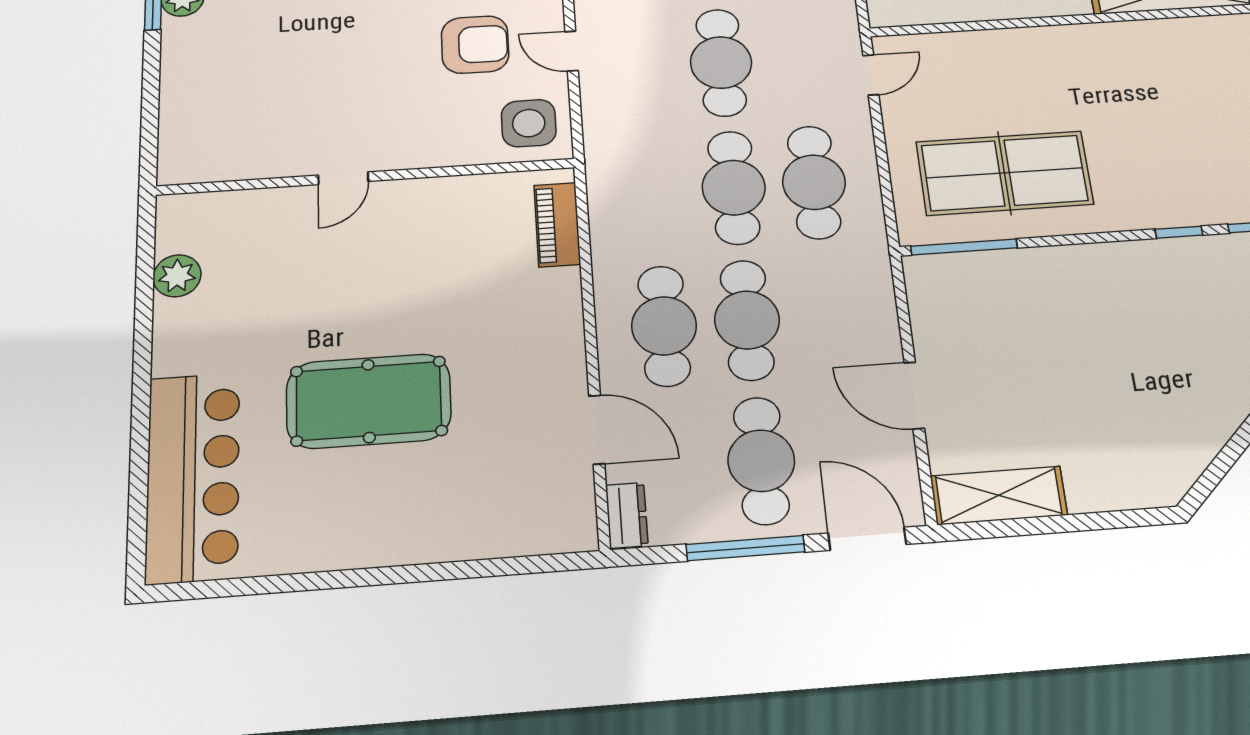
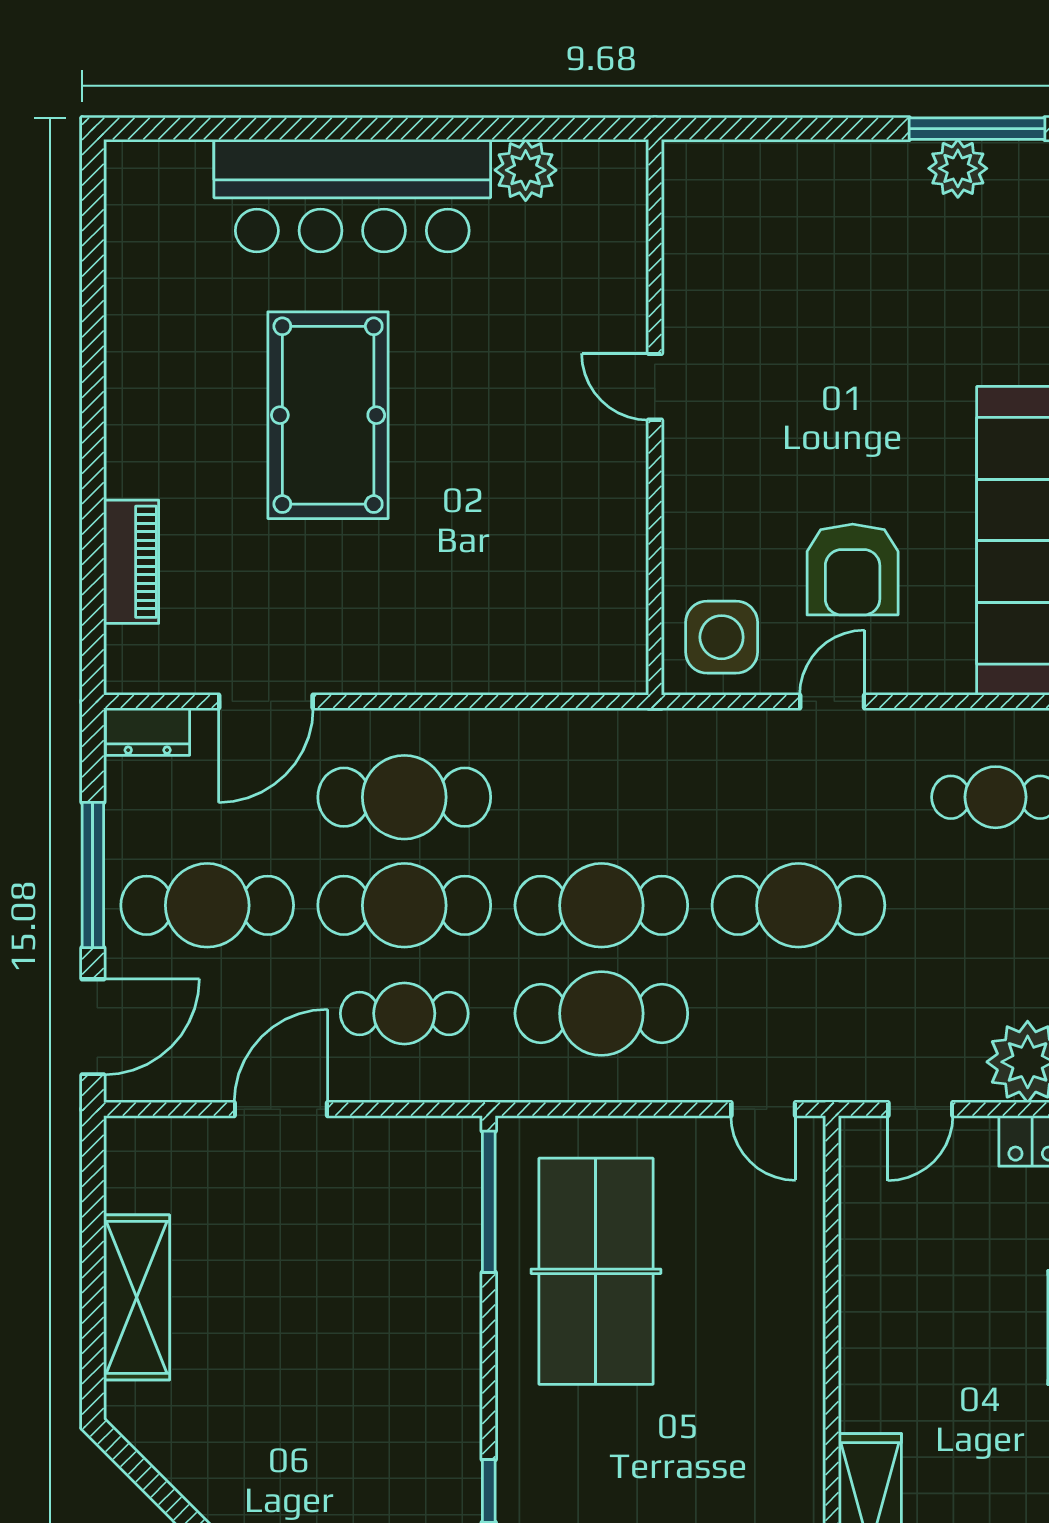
piano: (557, 225) -> (131, 562), moved, turned 90
cafe table: (830, 314) -> (404, 1013), added
bar counter: (193, 477) -> (352, 196), moved
shelving: (999, 496) -> (137, 1297), moved

